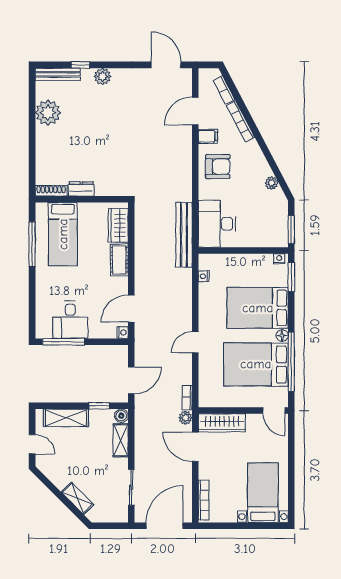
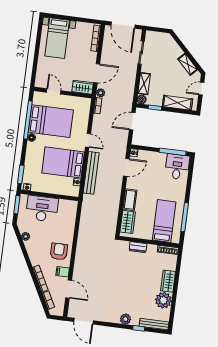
door: (195, 111) -> (69, 289), hinge flipped
wardrobe: (45, 143) -> (168, 281), added
armchair: (218, 167) -> (59, 251), turned 90
dresser: (81, 189) -> (138, 247), moved
desk: (217, 224) -> (42, 209), moved, turned -90
bench: (184, 235) -> (91, 173), moved
bed: (258, 308) -> (63, 162), moved, turned 180
desk: (70, 320) -> (177, 167), moved
door: (195, 342) -> (88, 140), hinge flipped
door: (274, 411) -> (54, 91), moved
wardrobe: (222, 423) -> (83, 87), width x0.67
door: (32, 444) -> (201, 89), hinge flipped
door: (195, 447) -> (97, 73), hinge flipped
shelving: (77, 498) -> (188, 64), moved
door: (164, 526) -> (123, 25), hinge flipped

